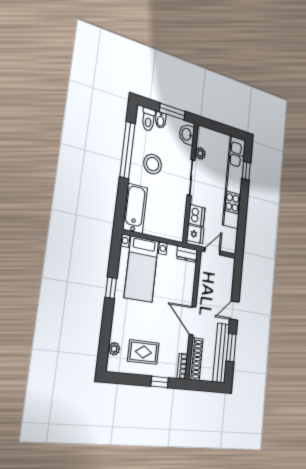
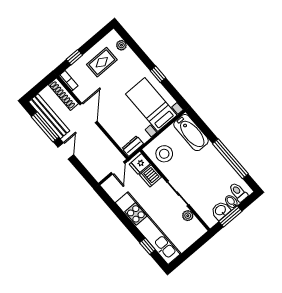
washbasin: (187, 134) -> (221, 210), moved, turned -90
stool: (153, 164) -> (164, 154), moved
door: (192, 321) -> (89, 113), hinge flipped
window: (231, 348) -> (45, 127), width x1.44

